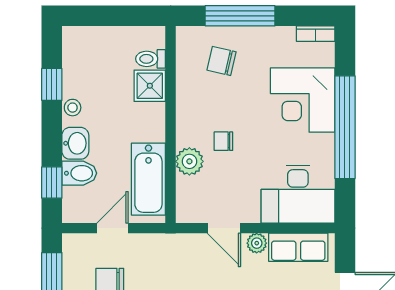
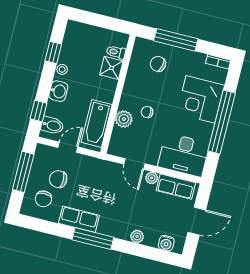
bidet: (79, 173) -> (52, 125), moved

